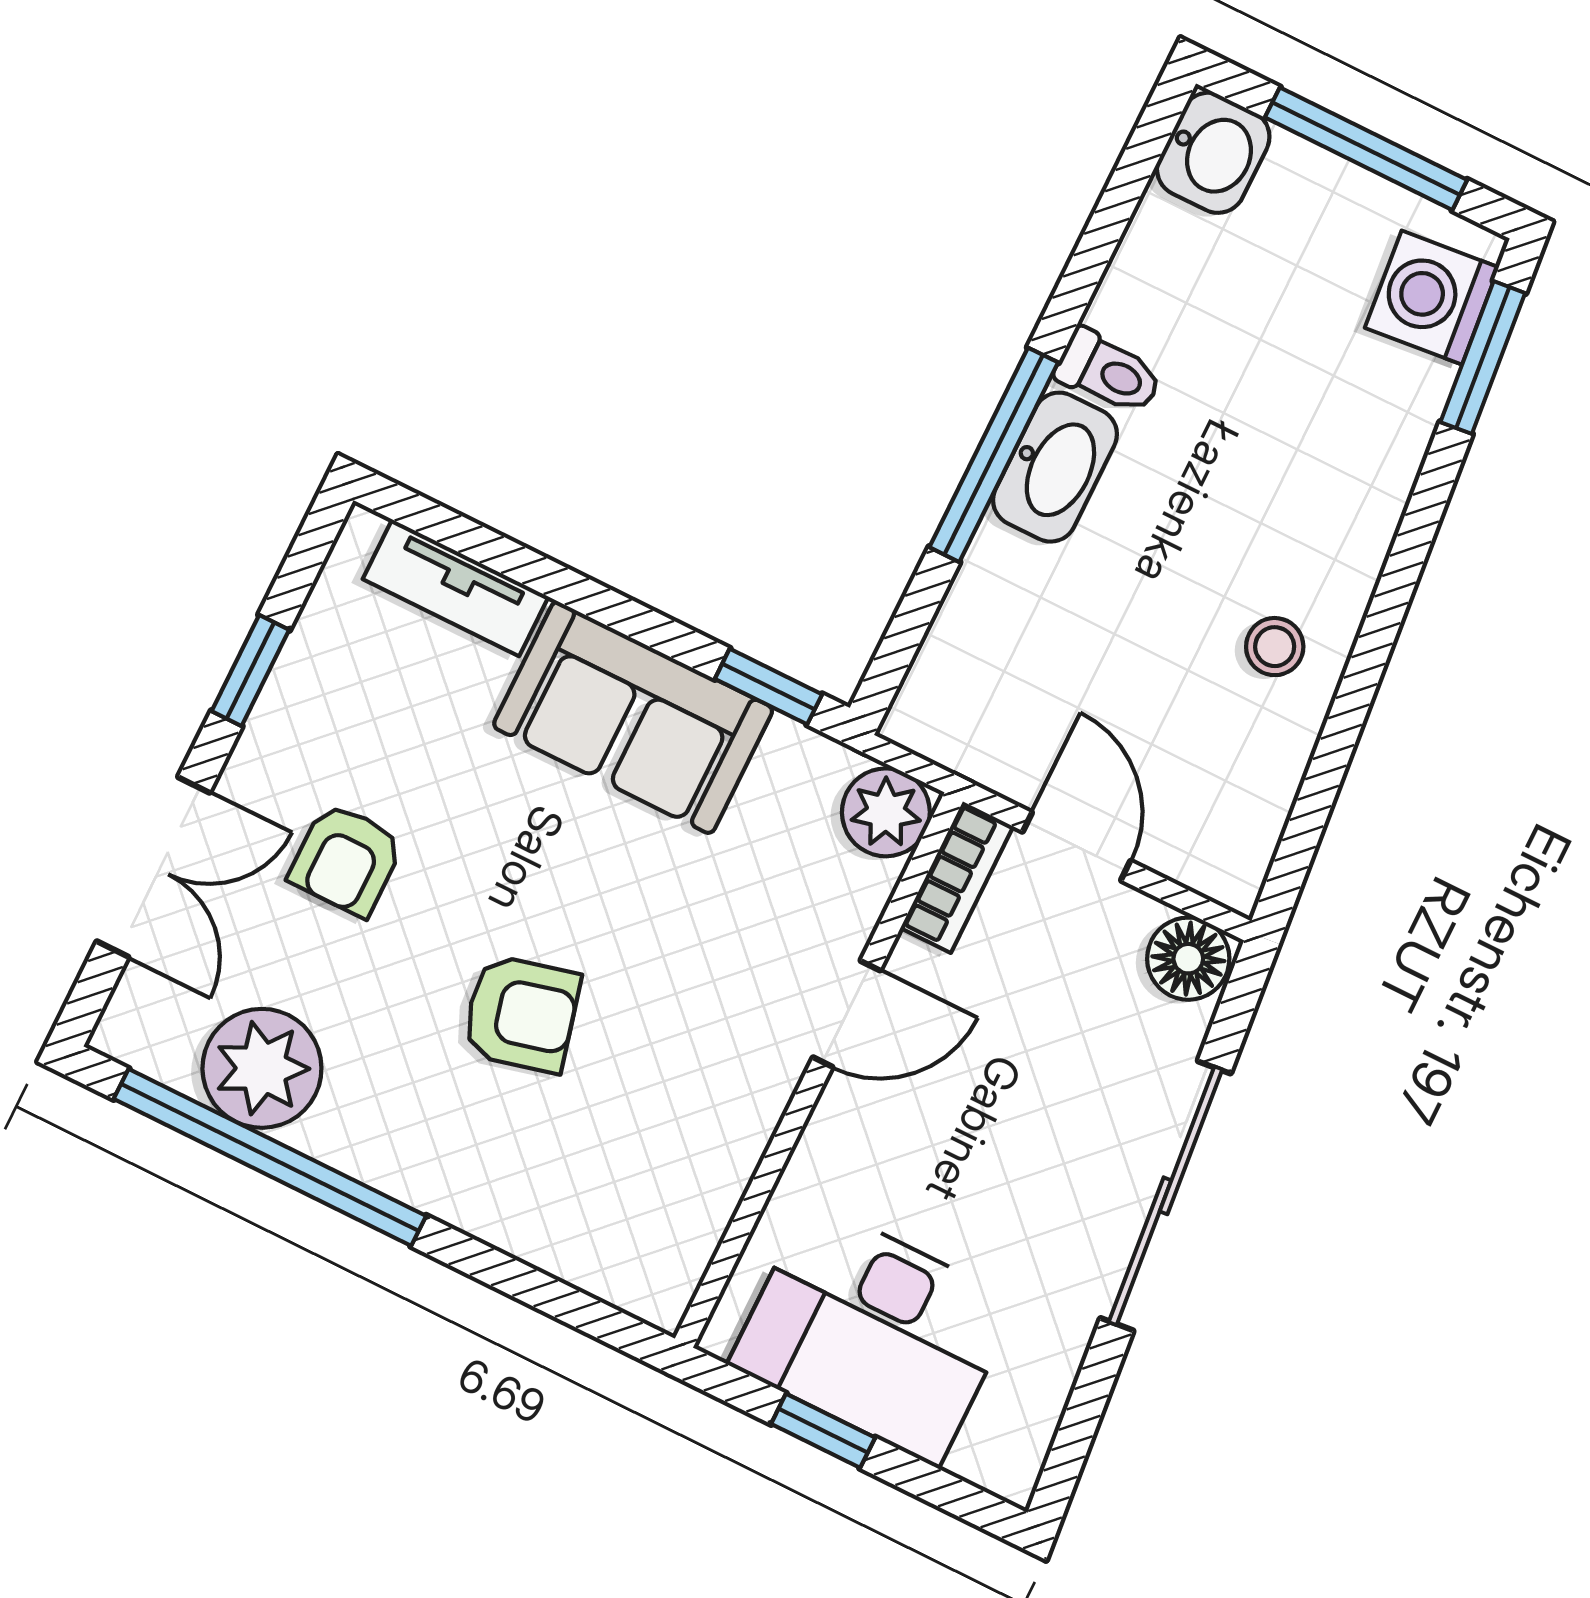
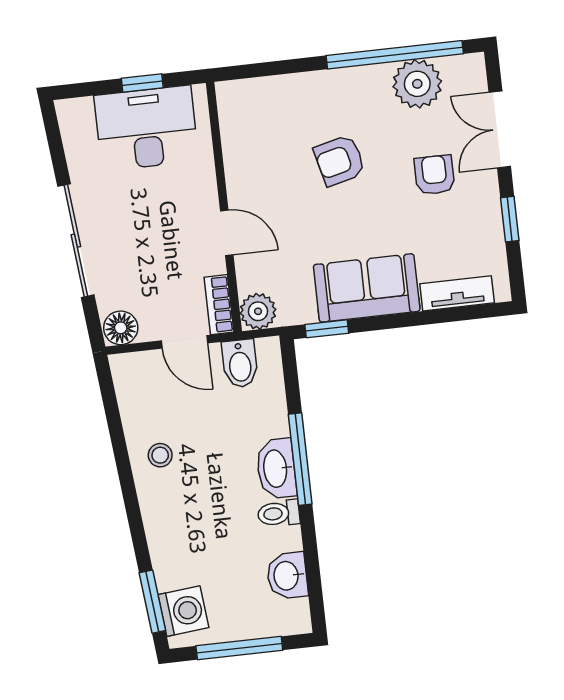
washbasin: (1213, 153) -> (287, 576), moved
bidet: (991, 729) -> (240, 364), added
door: (847, 1014) -> (227, 233), swing flipped

